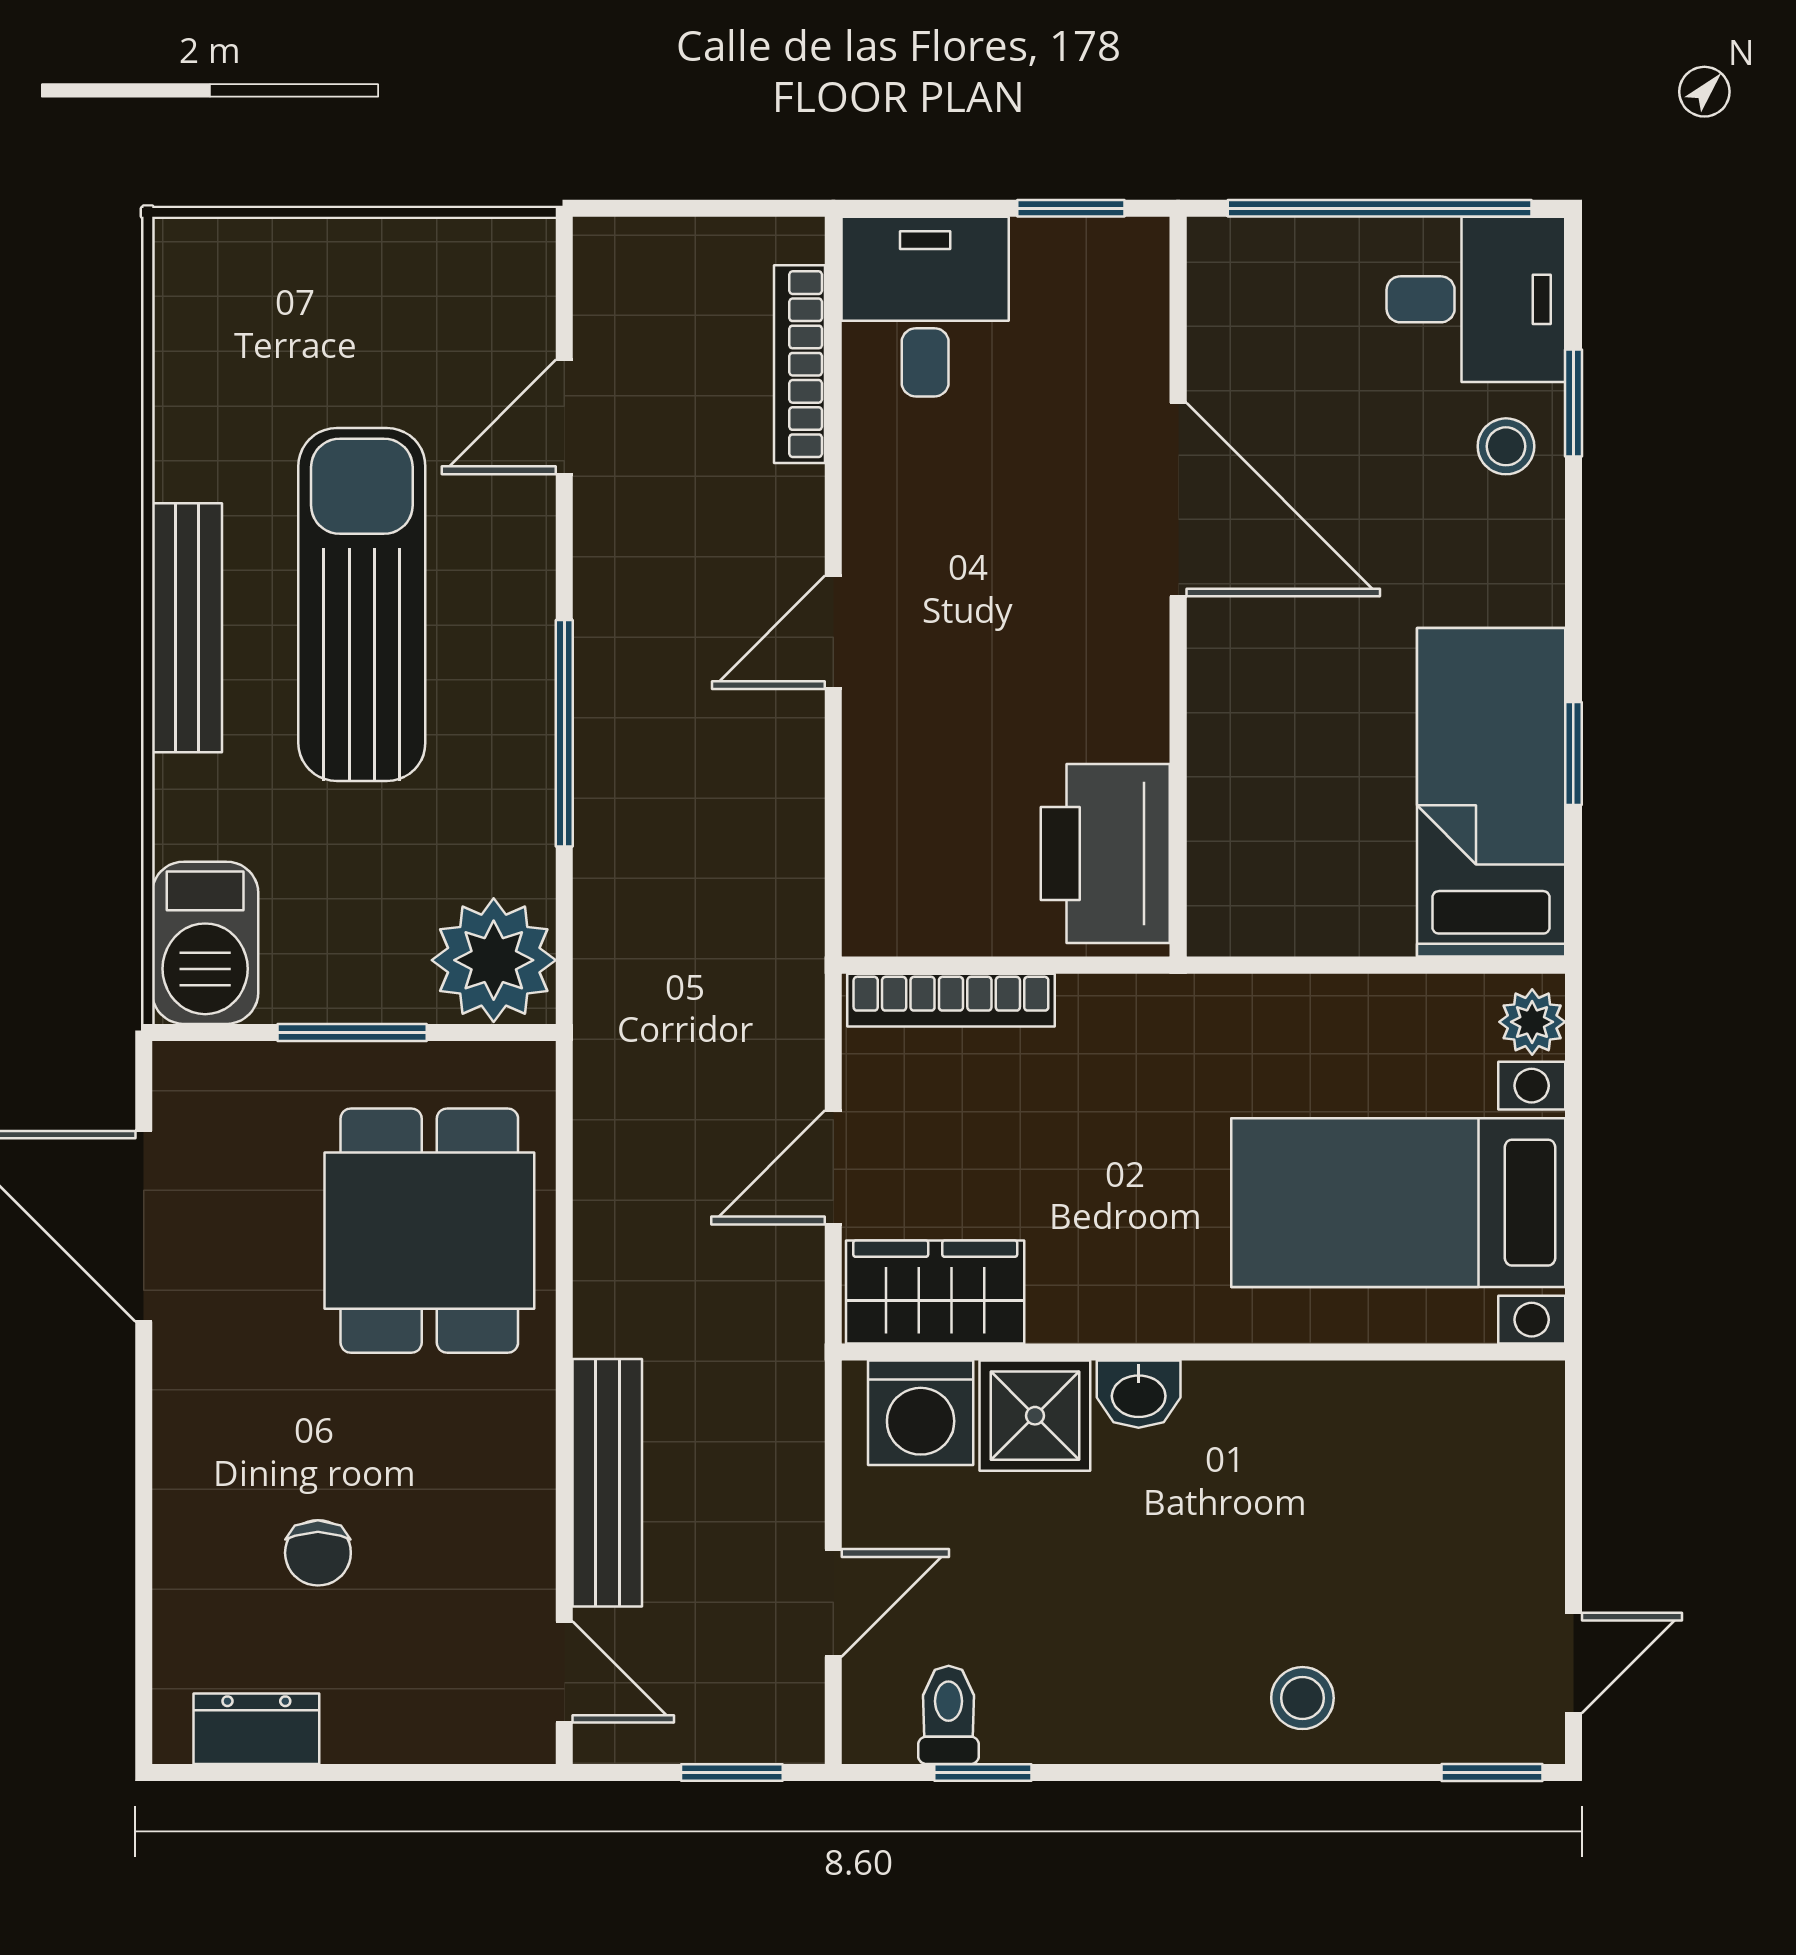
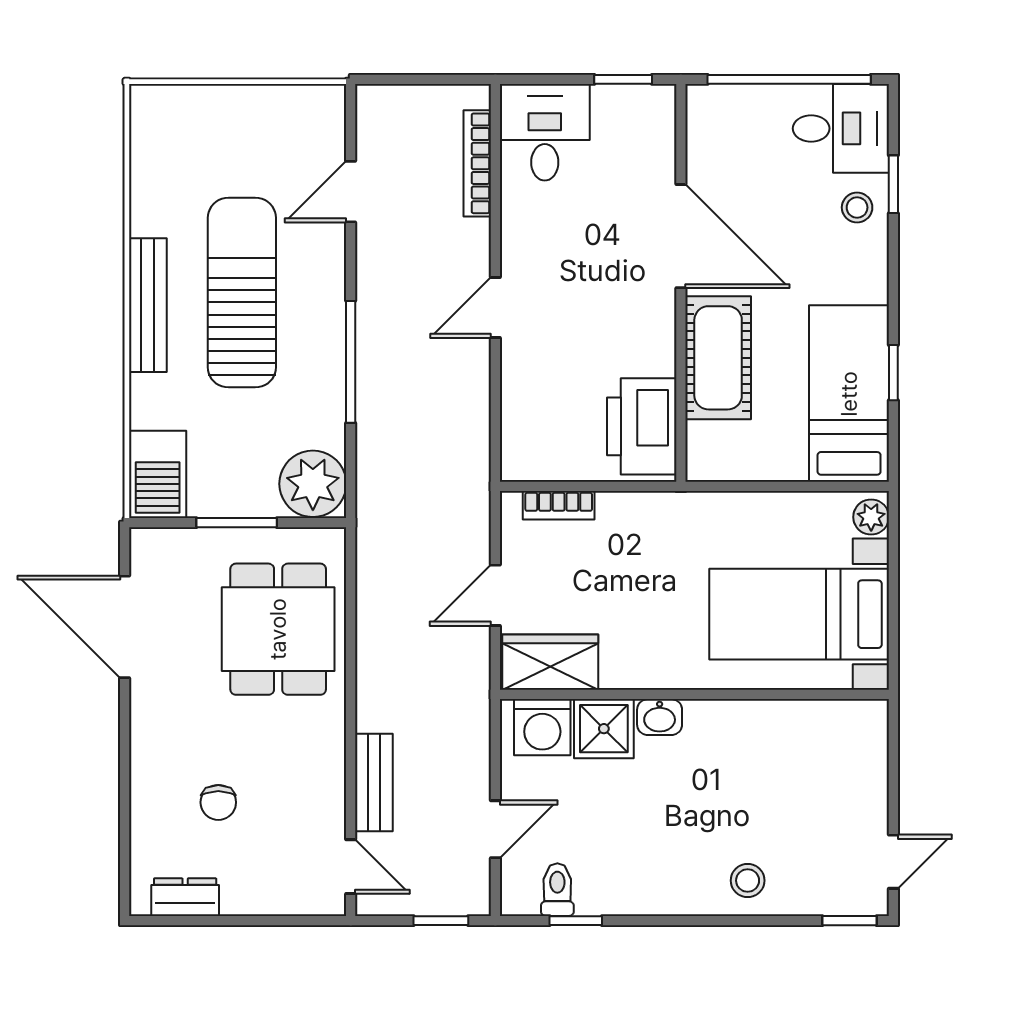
cot: (1248, 726) -> (718, 358), added
bookcase: (951, 1000) -> (559, 505), width x0.64
bench: (607, 1483) -> (374, 783), width x0.73

